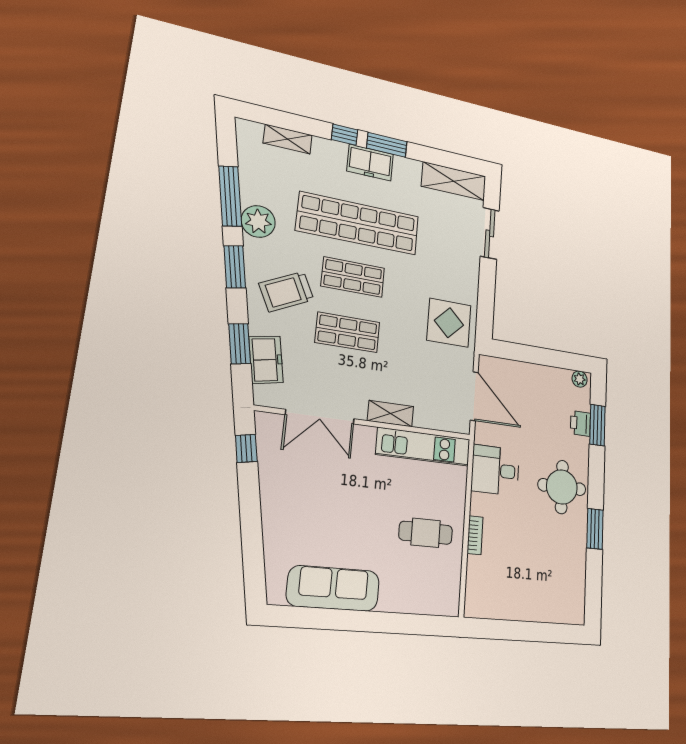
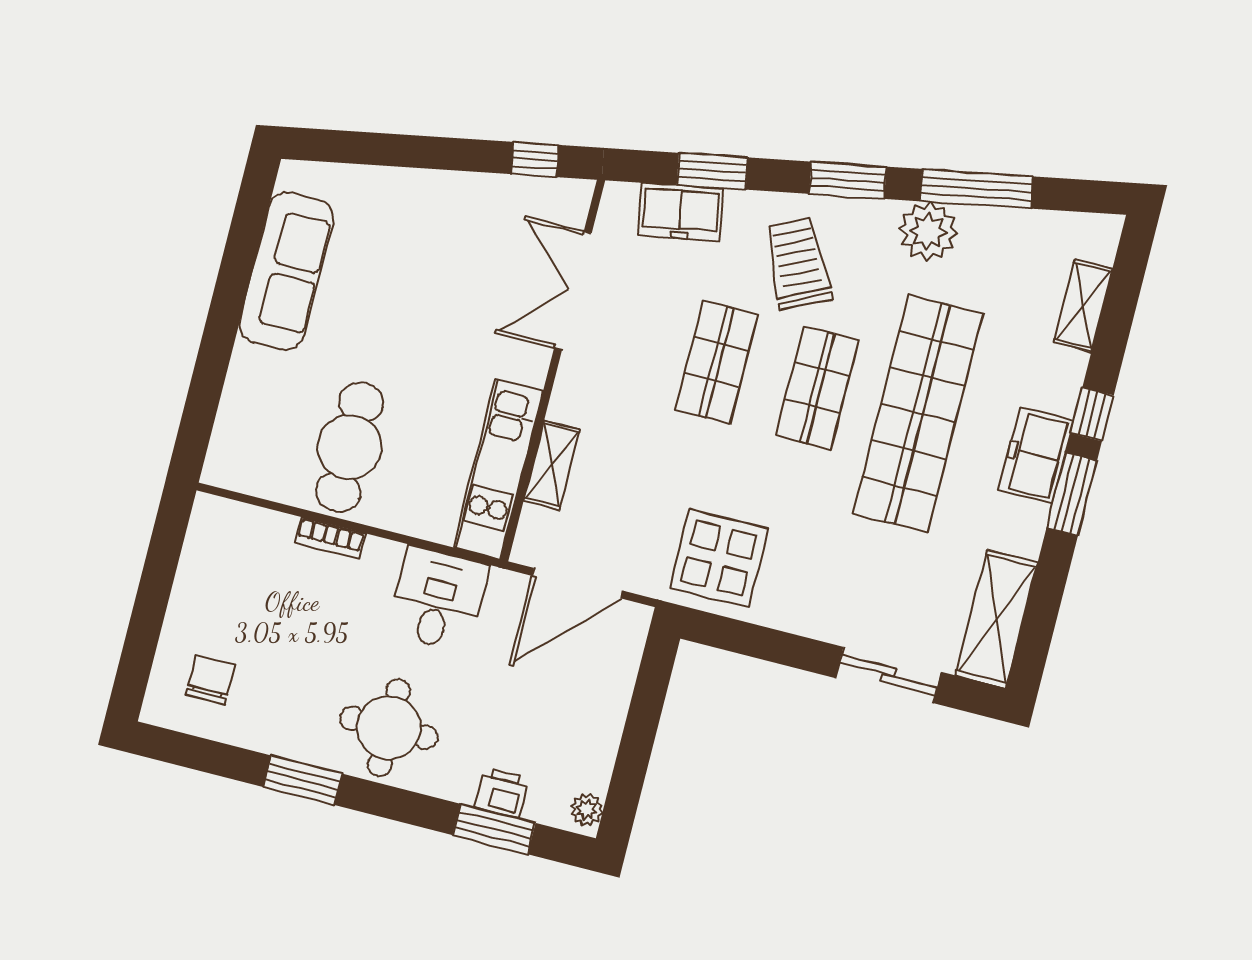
shelving: (390, 414) -> (552, 465), moved
cafe table: (426, 533) -> (349, 447), width x1.37, depth x1.35
chair: (557, 589) -> (210, 680), added

